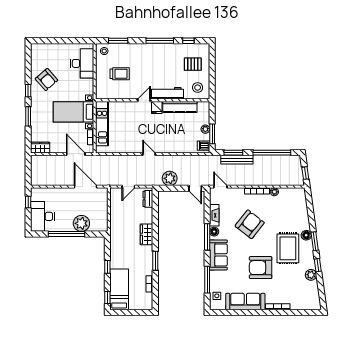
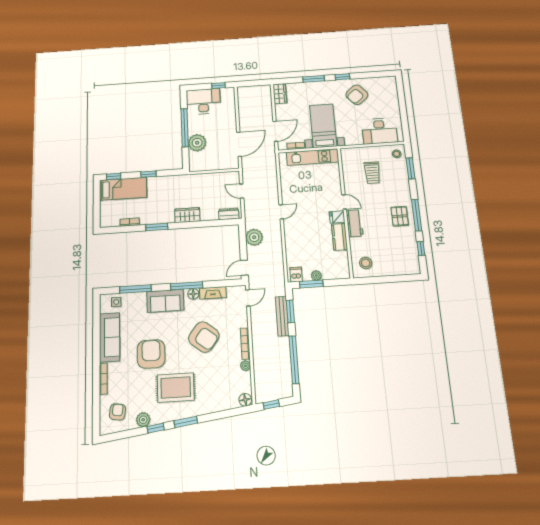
pallet: (193, 64) -> (400, 216), moved
workbench: (168, 93) -> (355, 223), width x0.73
kitchen counter: (180, 107) -> (340, 237), width x0.67
floor lamp: (306, 235) -> (245, 400), moved
armchair: (304, 295) -> (117, 412), added

